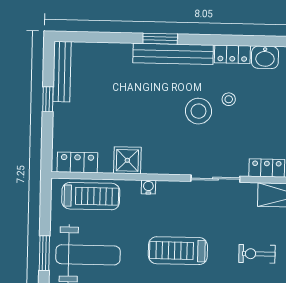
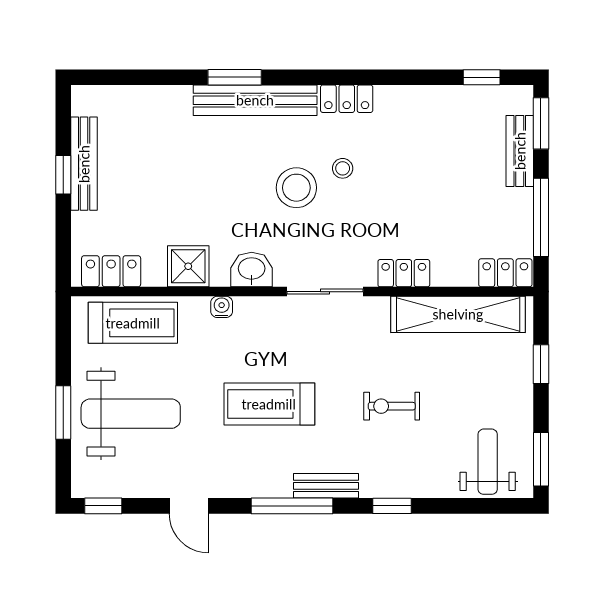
washbasin: (265, 57) -> (252, 269), moved, turned 180
bench: (62, 72) -> (84, 164), moved

